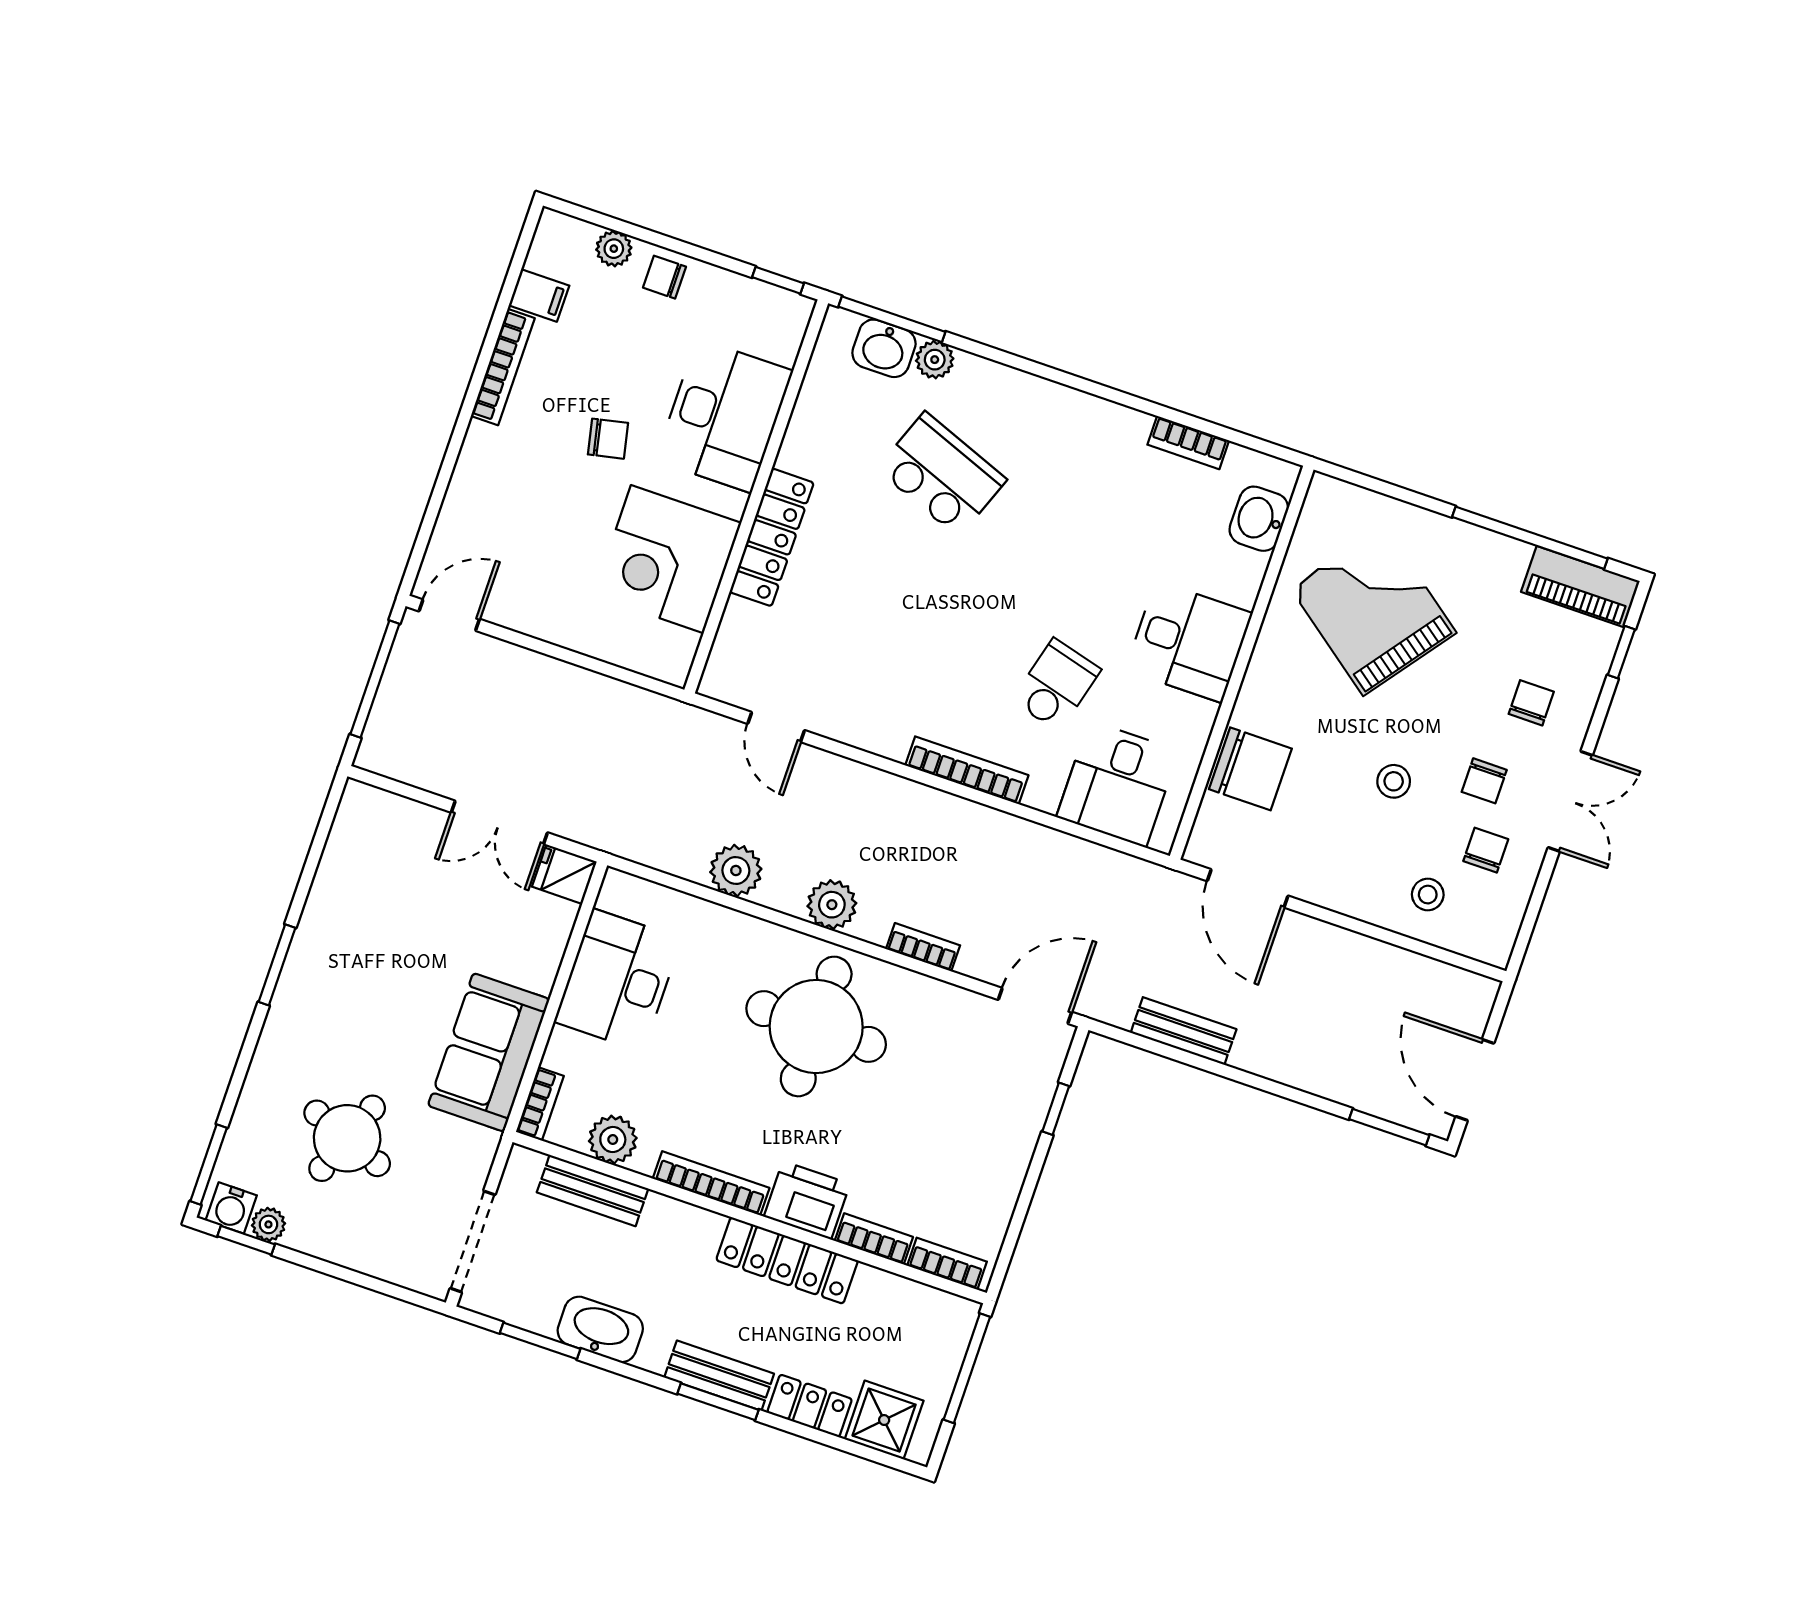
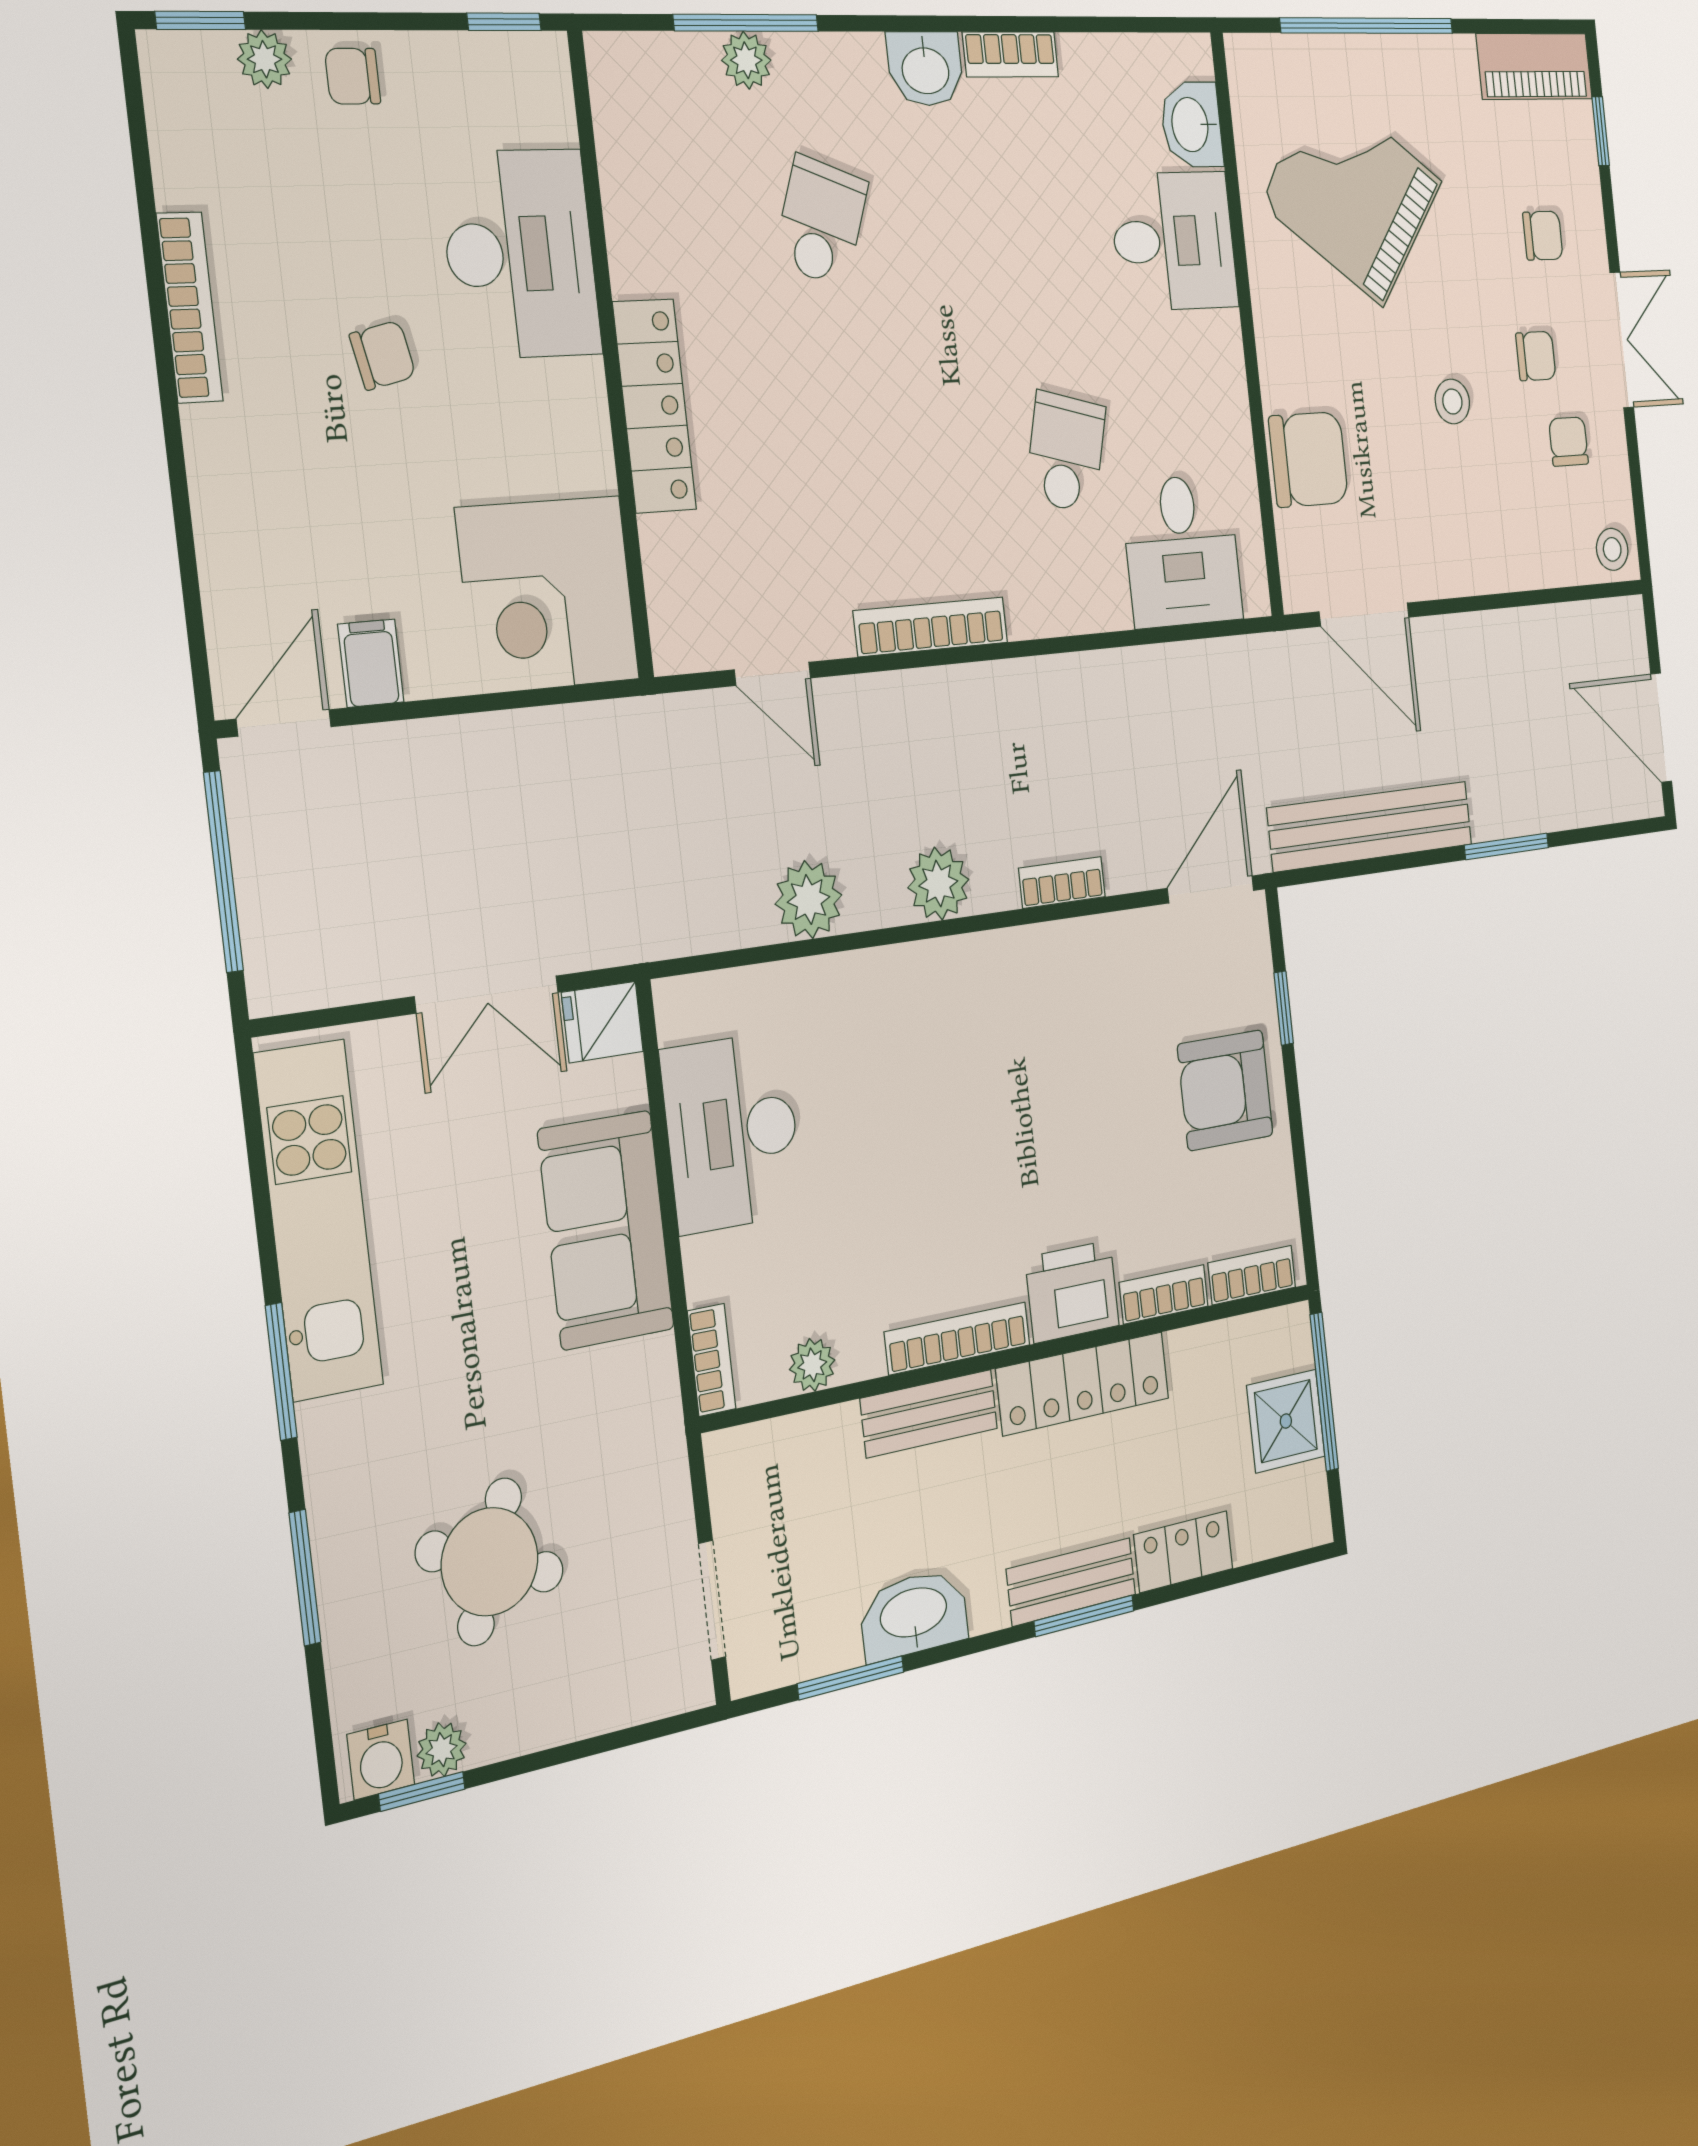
window: (585, 214) -> (200, 20), added
filing cabinet: (539, 295) -> (371, 663), moved, turned -90
window: (892, 319) -> (746, 23), moved
washbasin: (884, 348) -> (925, 69), moved
bookcase: (1188, 443) -> (1011, 54), moved
school desk: (942, 474) -> (821, 222), width x0.54
window: (1530, 538) -> (1367, 26), moved
corner desk: (667, 559) -> (548, 594), moved
desk: (1189, 642) -> (1174, 241), moved
chair: (1531, 703) -> (1543, 236), turned 90
bookcase: (967, 770) -> (931, 627), moved
chair: (1484, 781) -> (1536, 356), turned -90
kitchen unit: (338, 895) -> (319, 1220), added
stool: (1428, 895) -> (1612, 549), moved
round table: (816, 1026) -> (988, 1057), removed
bench: (1184, 1031) -> (1371, 826), width x1.86, depth x1.21
sofa: (489, 1052) -> (606, 1230), moved
window: (1389, 1127) -> (1506, 846), moved
armchair: (984, 1137) -> (1225, 1090), added
plant: (613, 1140) -> (812, 1365), width x0.73, depth x0.73
window: (209, 1165) -> (305, 1578), moved
bench: (593, 1191) -> (929, 1414), moved
doorway: (473, 1242) -> (712, 1600), width x0.73
shower: (884, 1420) -> (1286, 1421), moved

